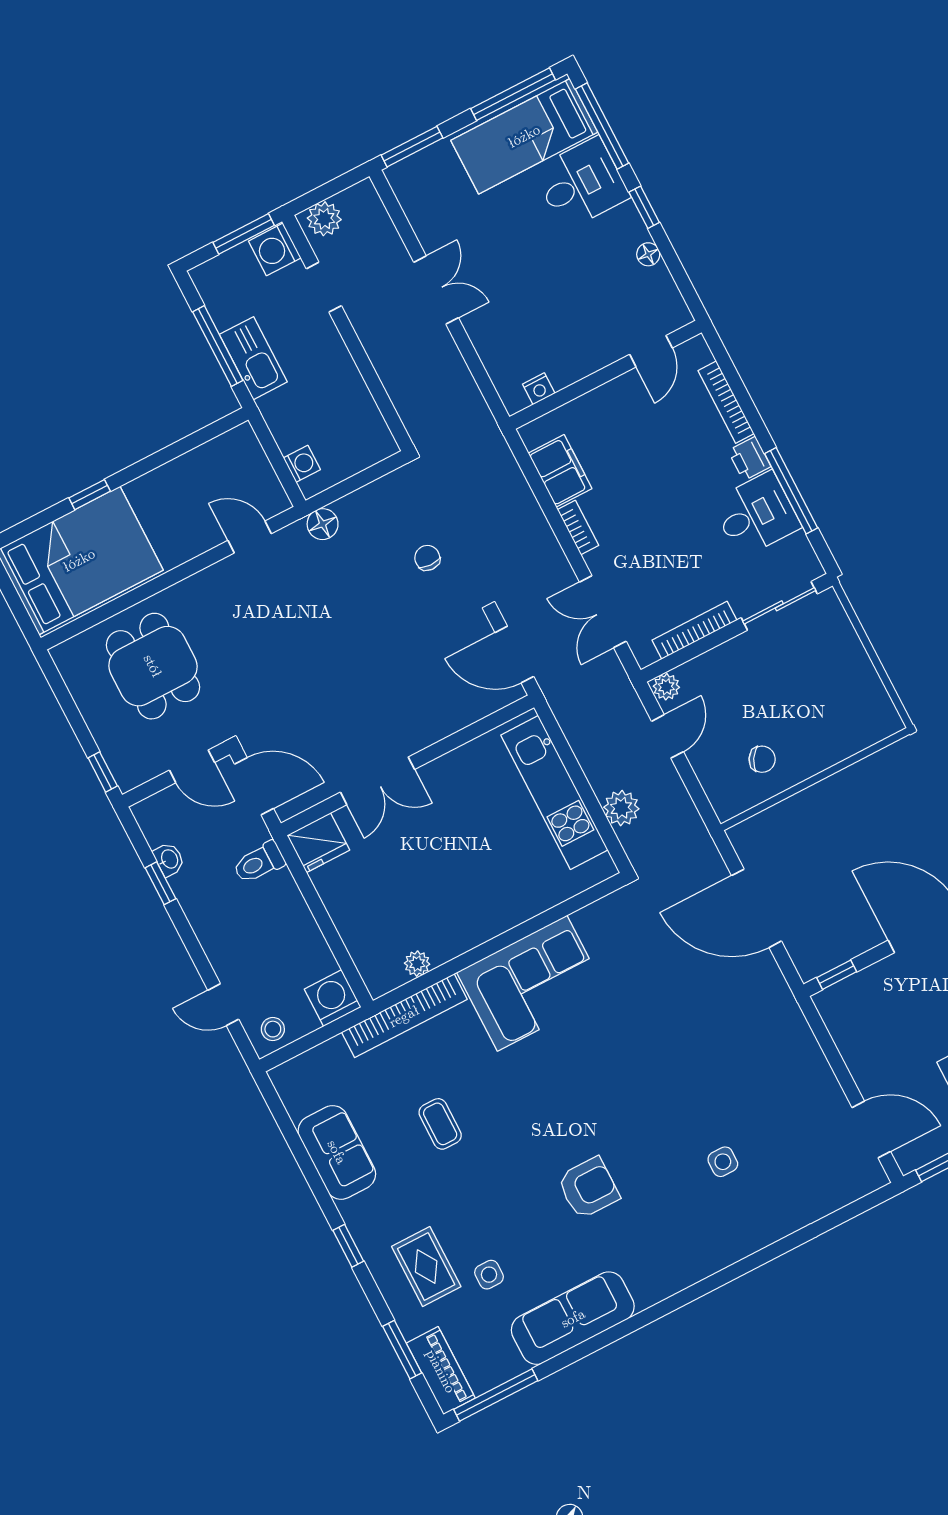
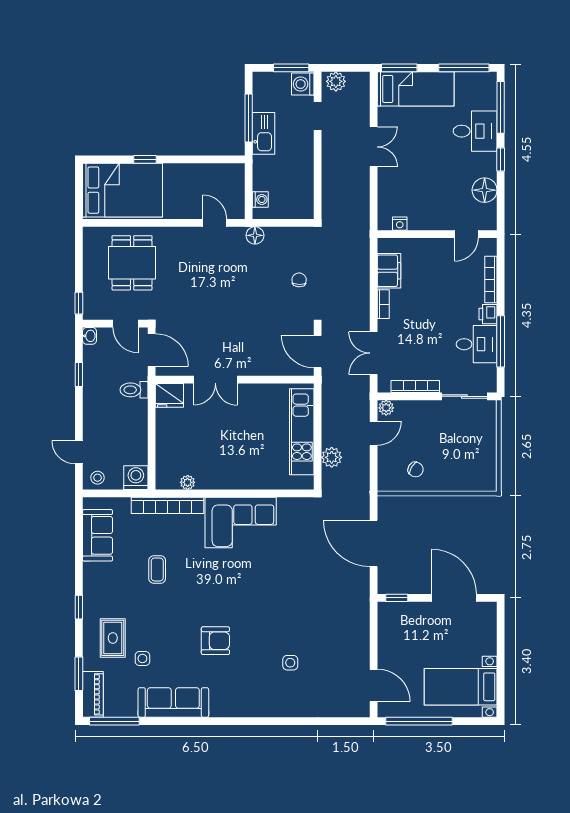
bed: (524, 136) -> (416, 89), moved, turned 180
floor lamp: (648, 254) -> (485, 190), width x1.89, depth x1.89
washbasin: (169, 859) -> (89, 336), moved
sofa: (337, 1152) -> (98, 535), moved

